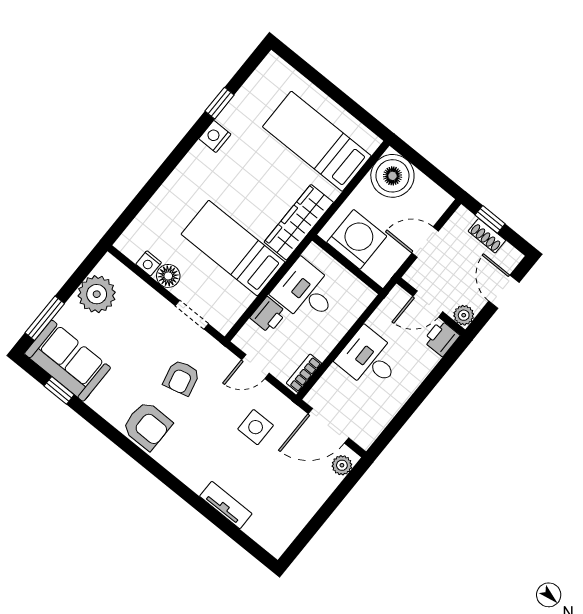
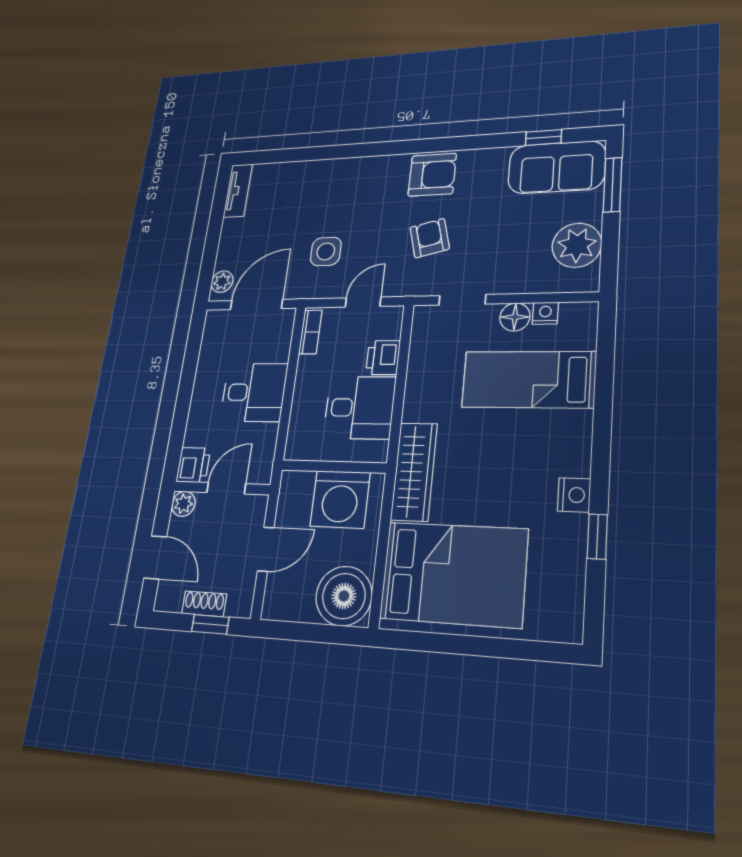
bed: (317, 141) -> (454, 574), width x1.50
bed: (233, 248) -> (528, 379), moved, turned 180
armchair: (147, 426) -> (432, 175), turned 180
tv unit: (226, 505) -> (238, 190), moved, turned -90

